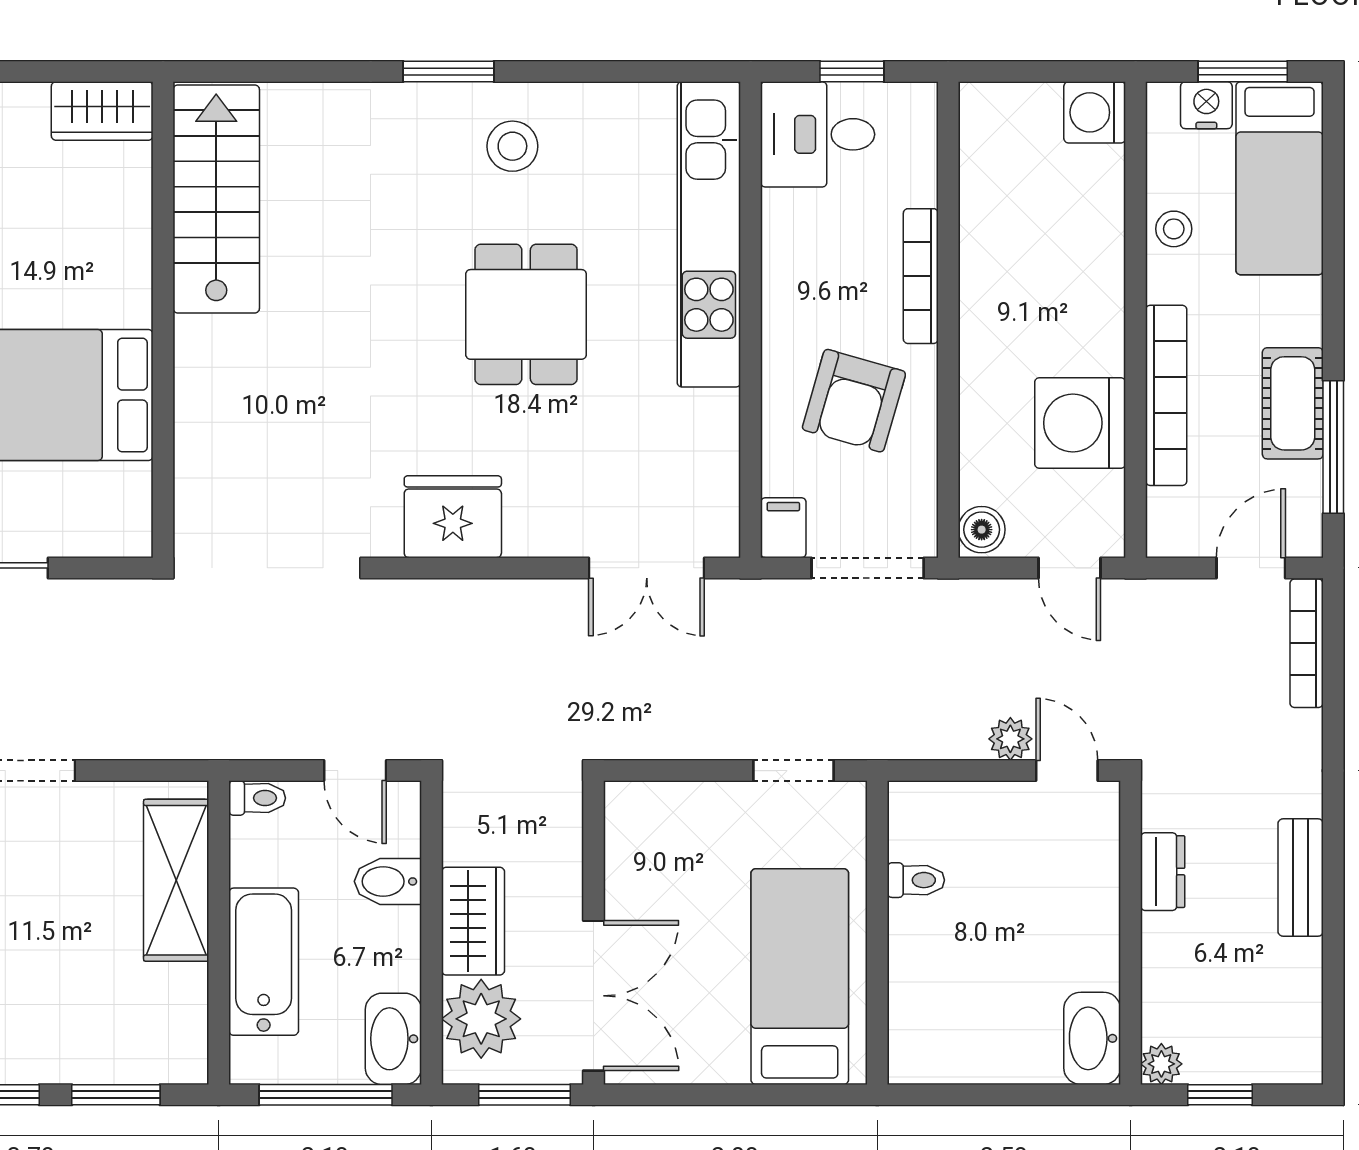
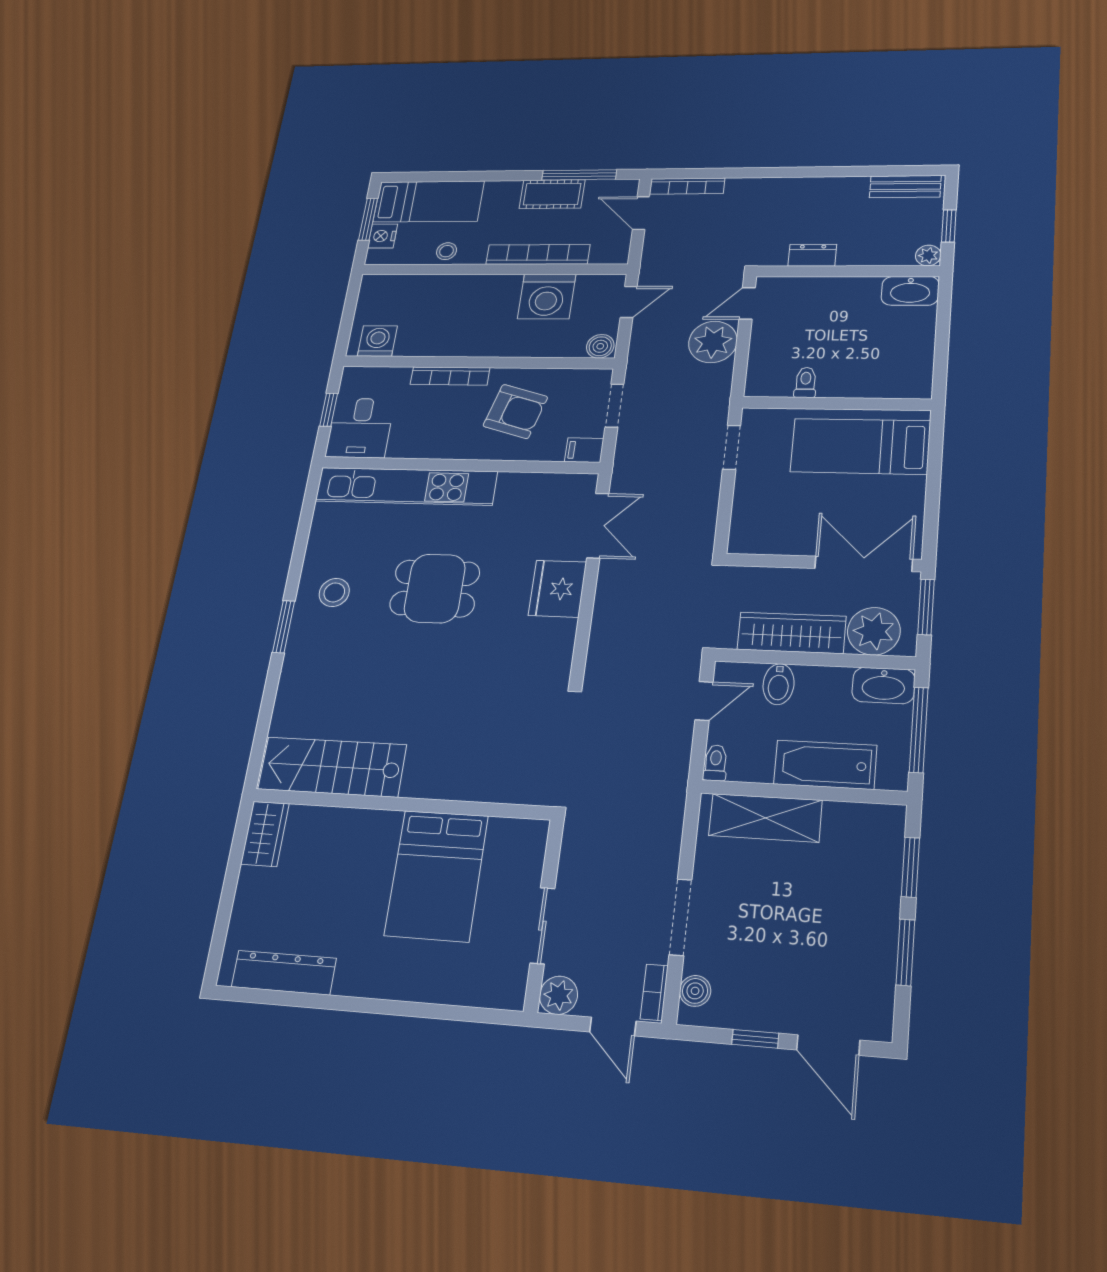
washing machine: (1095, 112) -> (377, 341), moved, turned 180
fridge: (453, 517) -> (557, 589), moved
doorway: (868, 568) -> (614, 406), width x0.73
plant: (1010, 739) -> (713, 342), width x1.88, depth x1.88
bench: (1301, 877) -> (905, 187), moved
wardrobe: (473, 921) -> (792, 633), width x1.50

